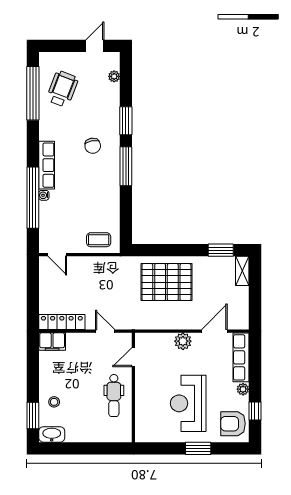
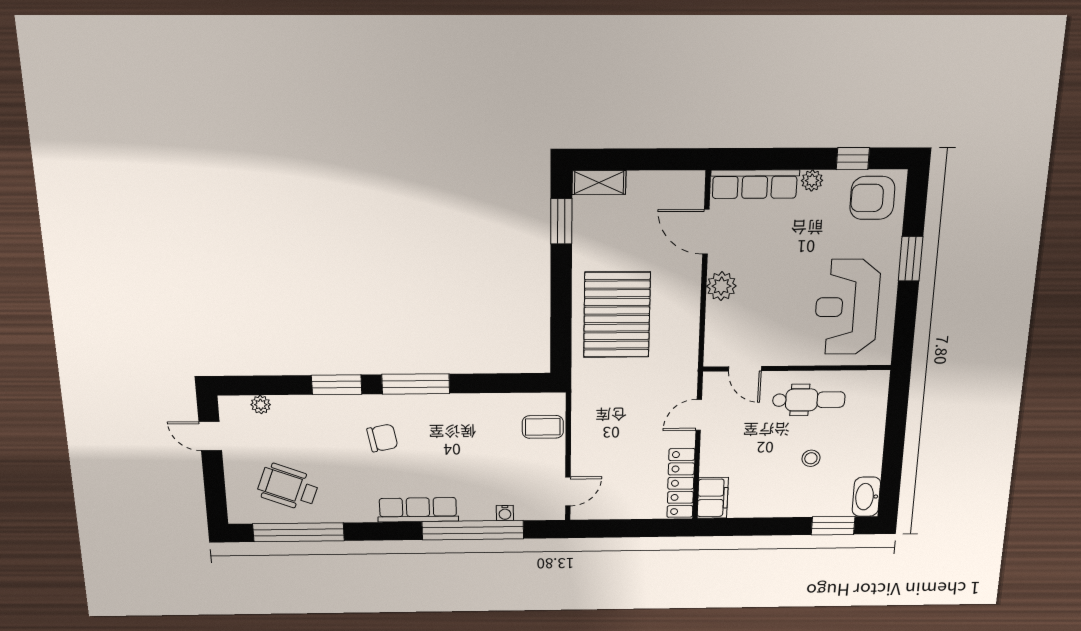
water cooler: (44, 195) -> (505, 513), moved
coffee table: (99, 240) -> (543, 427), turned 90
stool: (54, 402) -> (811, 458), moved
reception desk: (188, 403) -> (847, 307), moved, turned 90
armchair: (233, 424) -> (872, 198), turned 90

